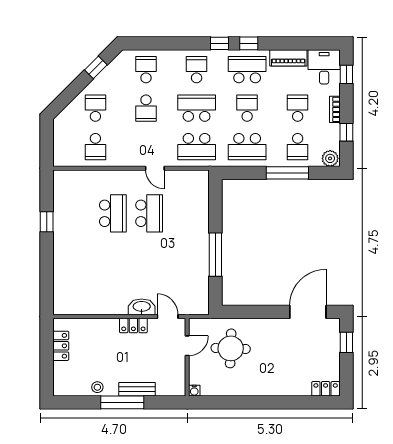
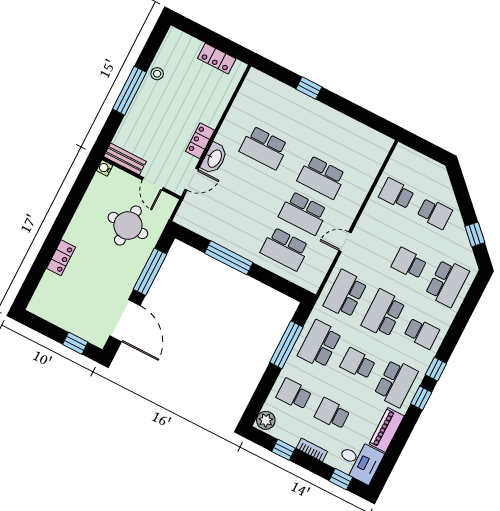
school desk: (146, 70) -> (447, 283), width x1.85
school desk: (197, 108) -> (383, 314), turned 180
school desk: (247, 108) -> (358, 364), turned 180
school desk: (298, 108) -> (332, 414), turned 180
window: (287, 173) -> (286, 345), moved
school desk: (185, 213) -> (285, 249), added
window: (47, 222) -> (309, 88), moved
school desk: (113, 271) -> (264, 148), added
window: (259, 312) -> (150, 272), added
bench: (137, 389) -> (125, 159), moved, turned 90
locker: (326, 389) -> (61, 258), moved

